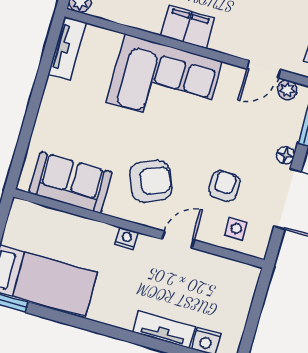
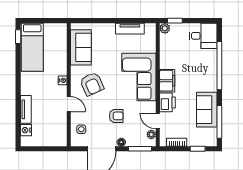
printer: (232, 39) -> (167, 102), added
tv unit: (67, 48) -> (130, 29), moved
armchair: (224, 186) -> (116, 116), moved

